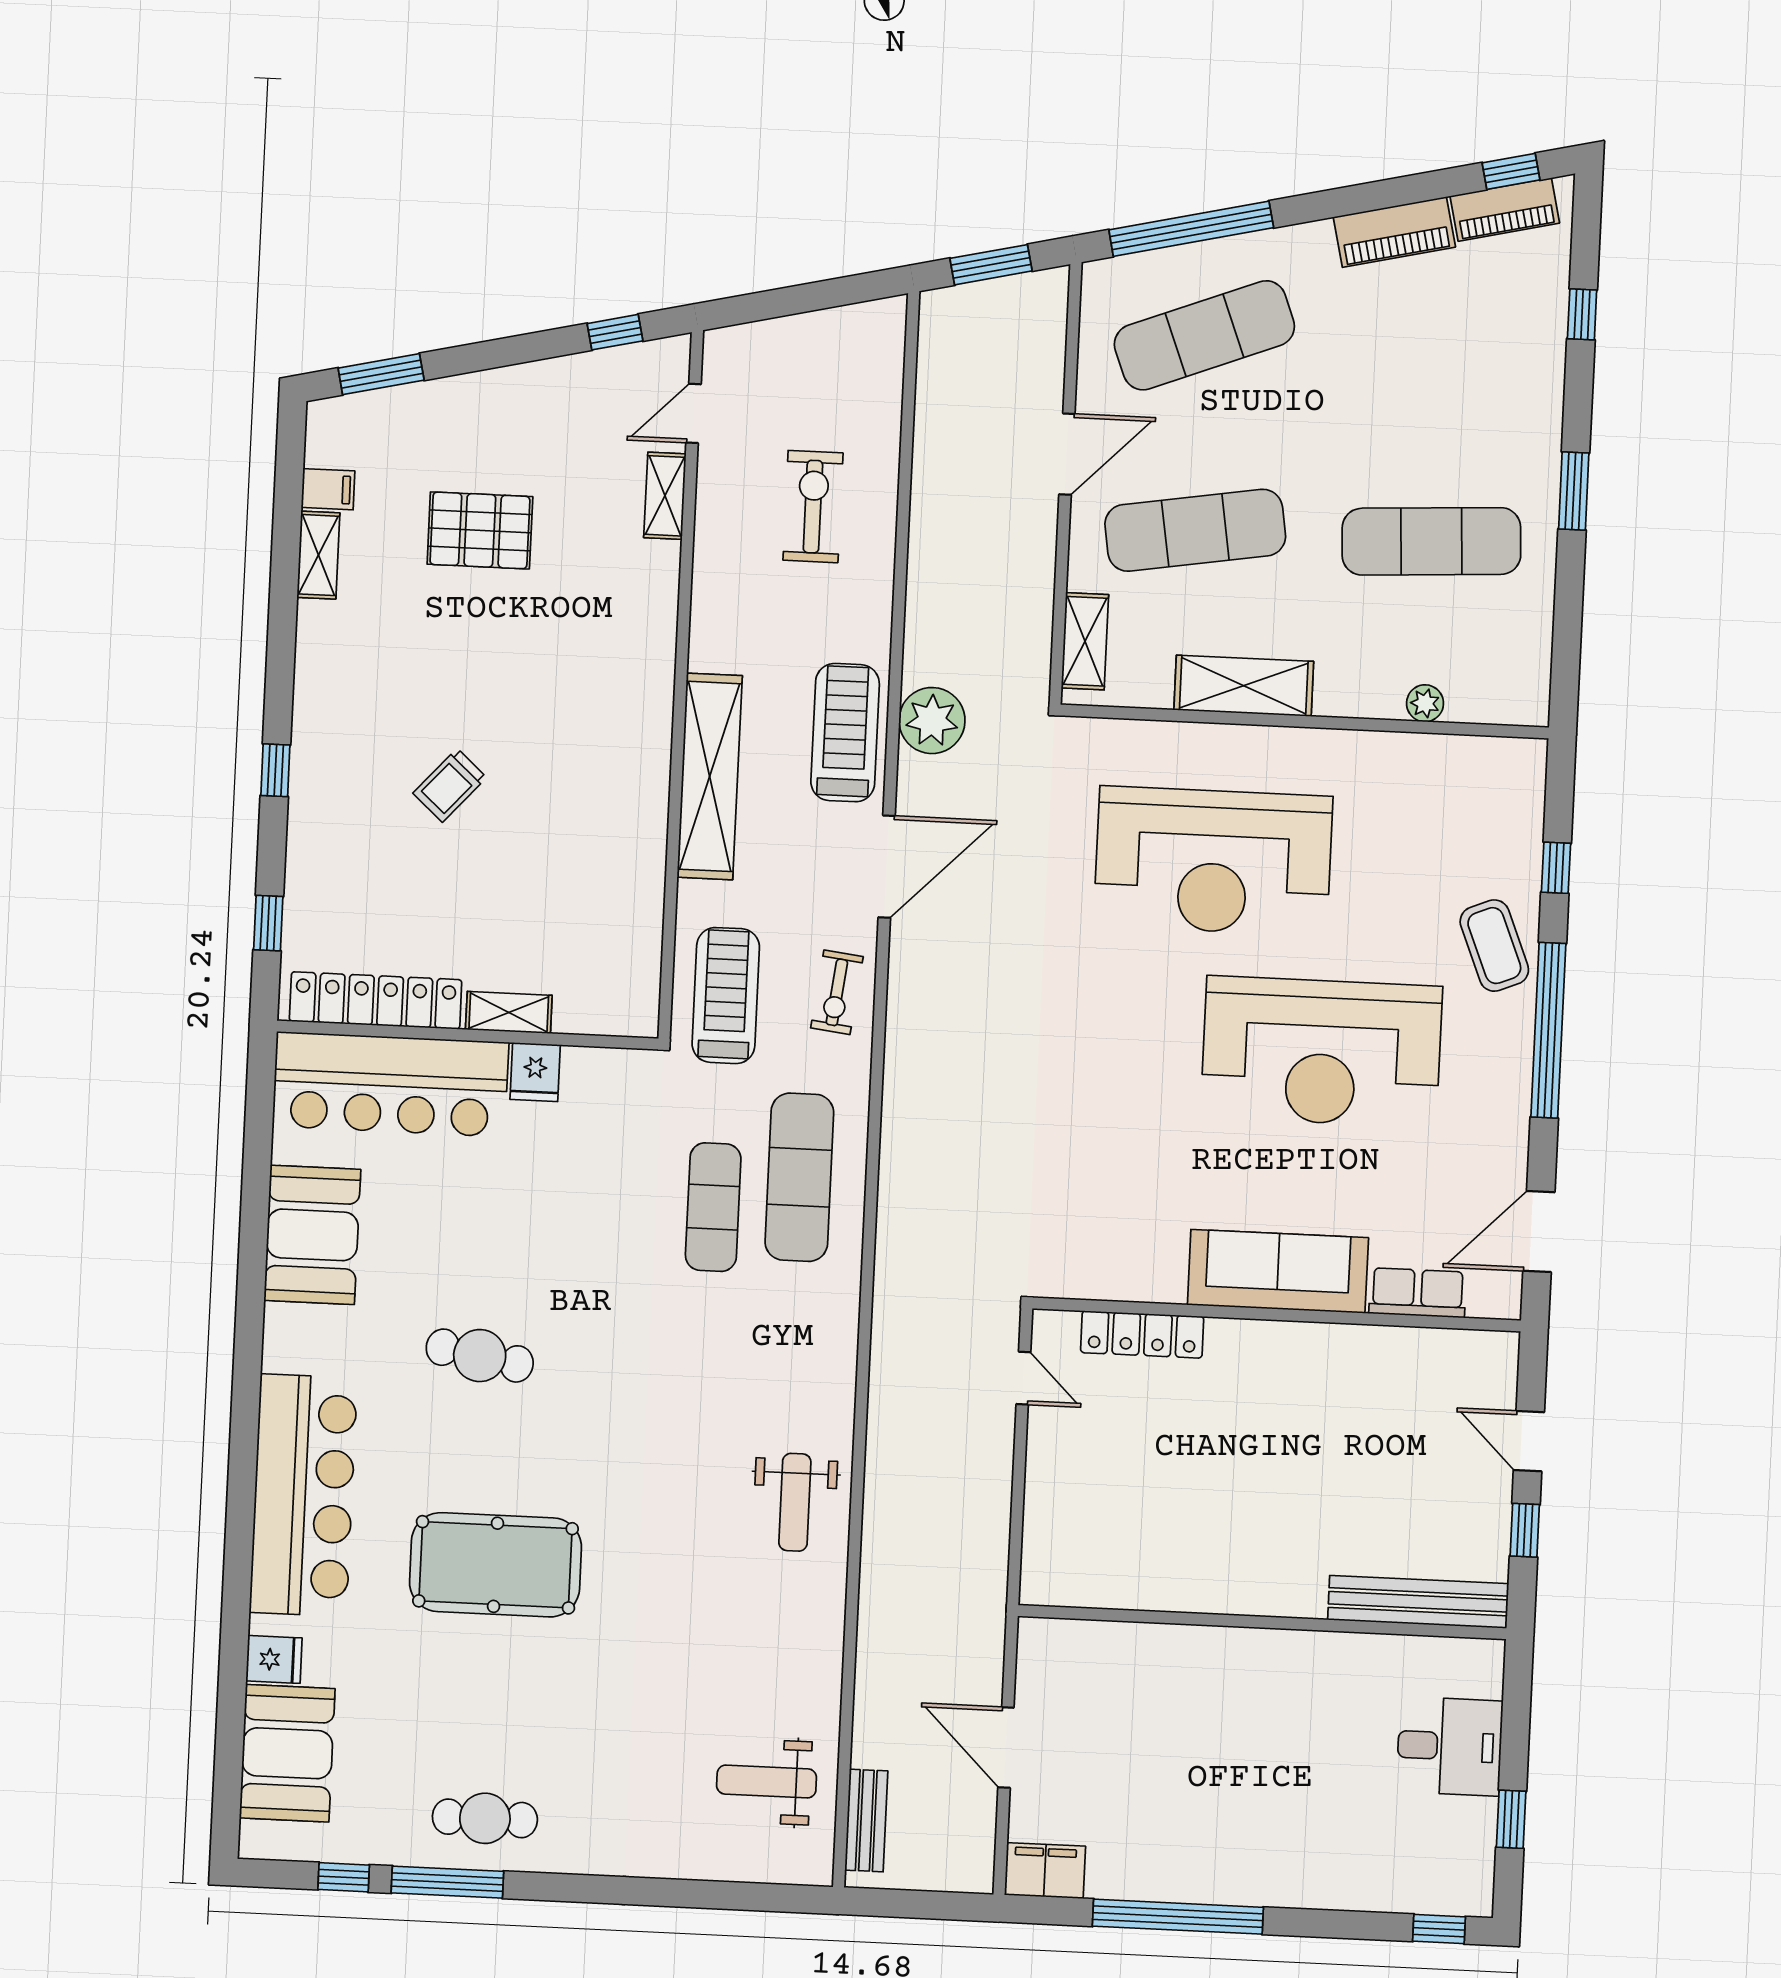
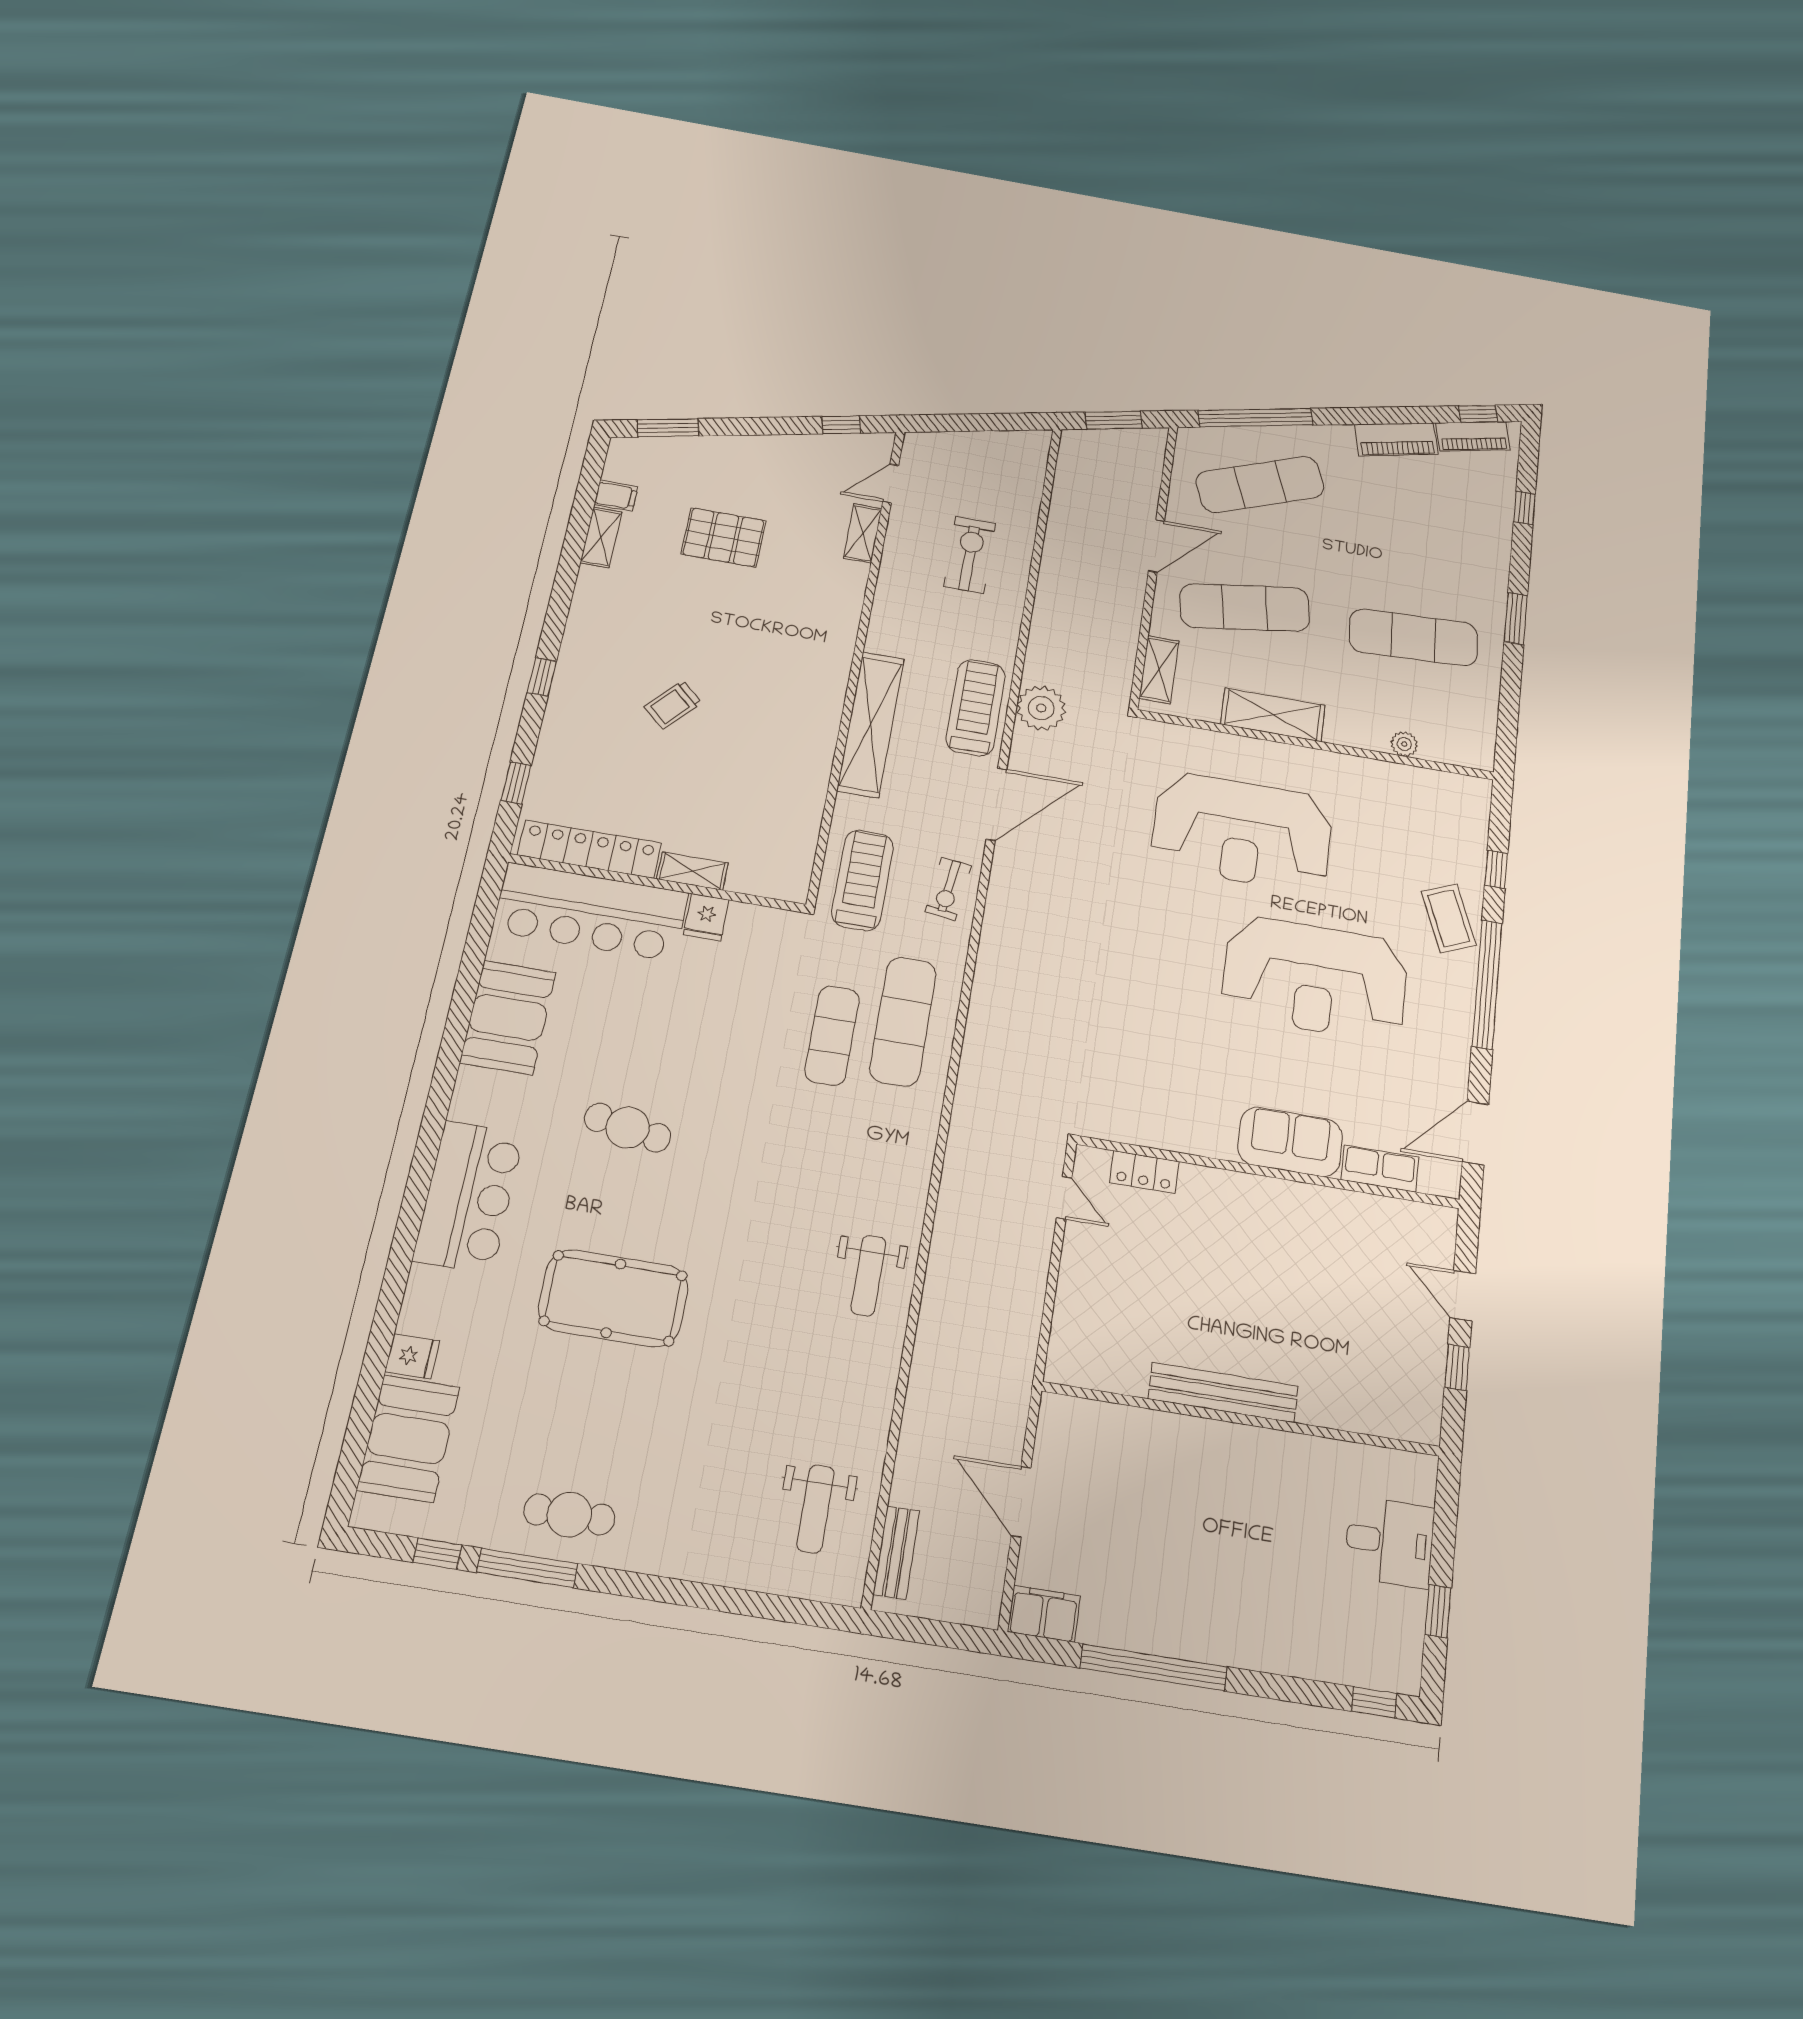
sofa: (1278, 1271) -> (1290, 1142), width x0.73
locker: (1142, 1334) -> (1144, 1172), width x0.66
bar counter: (303, 1495) -> (469, 1197), width x0.73
bench: (1418, 1602) -> (1223, 1393), moved
weight bench: (767, 1781) -> (816, 1509), turned -90

